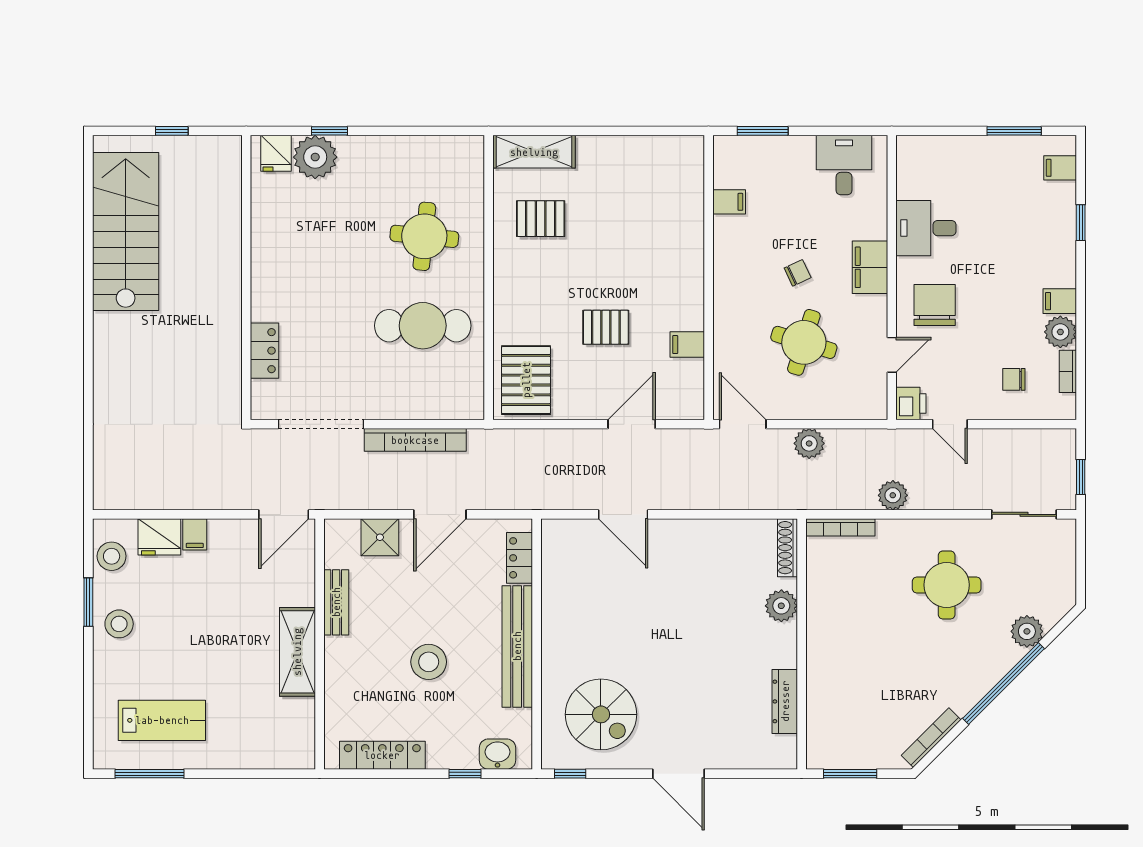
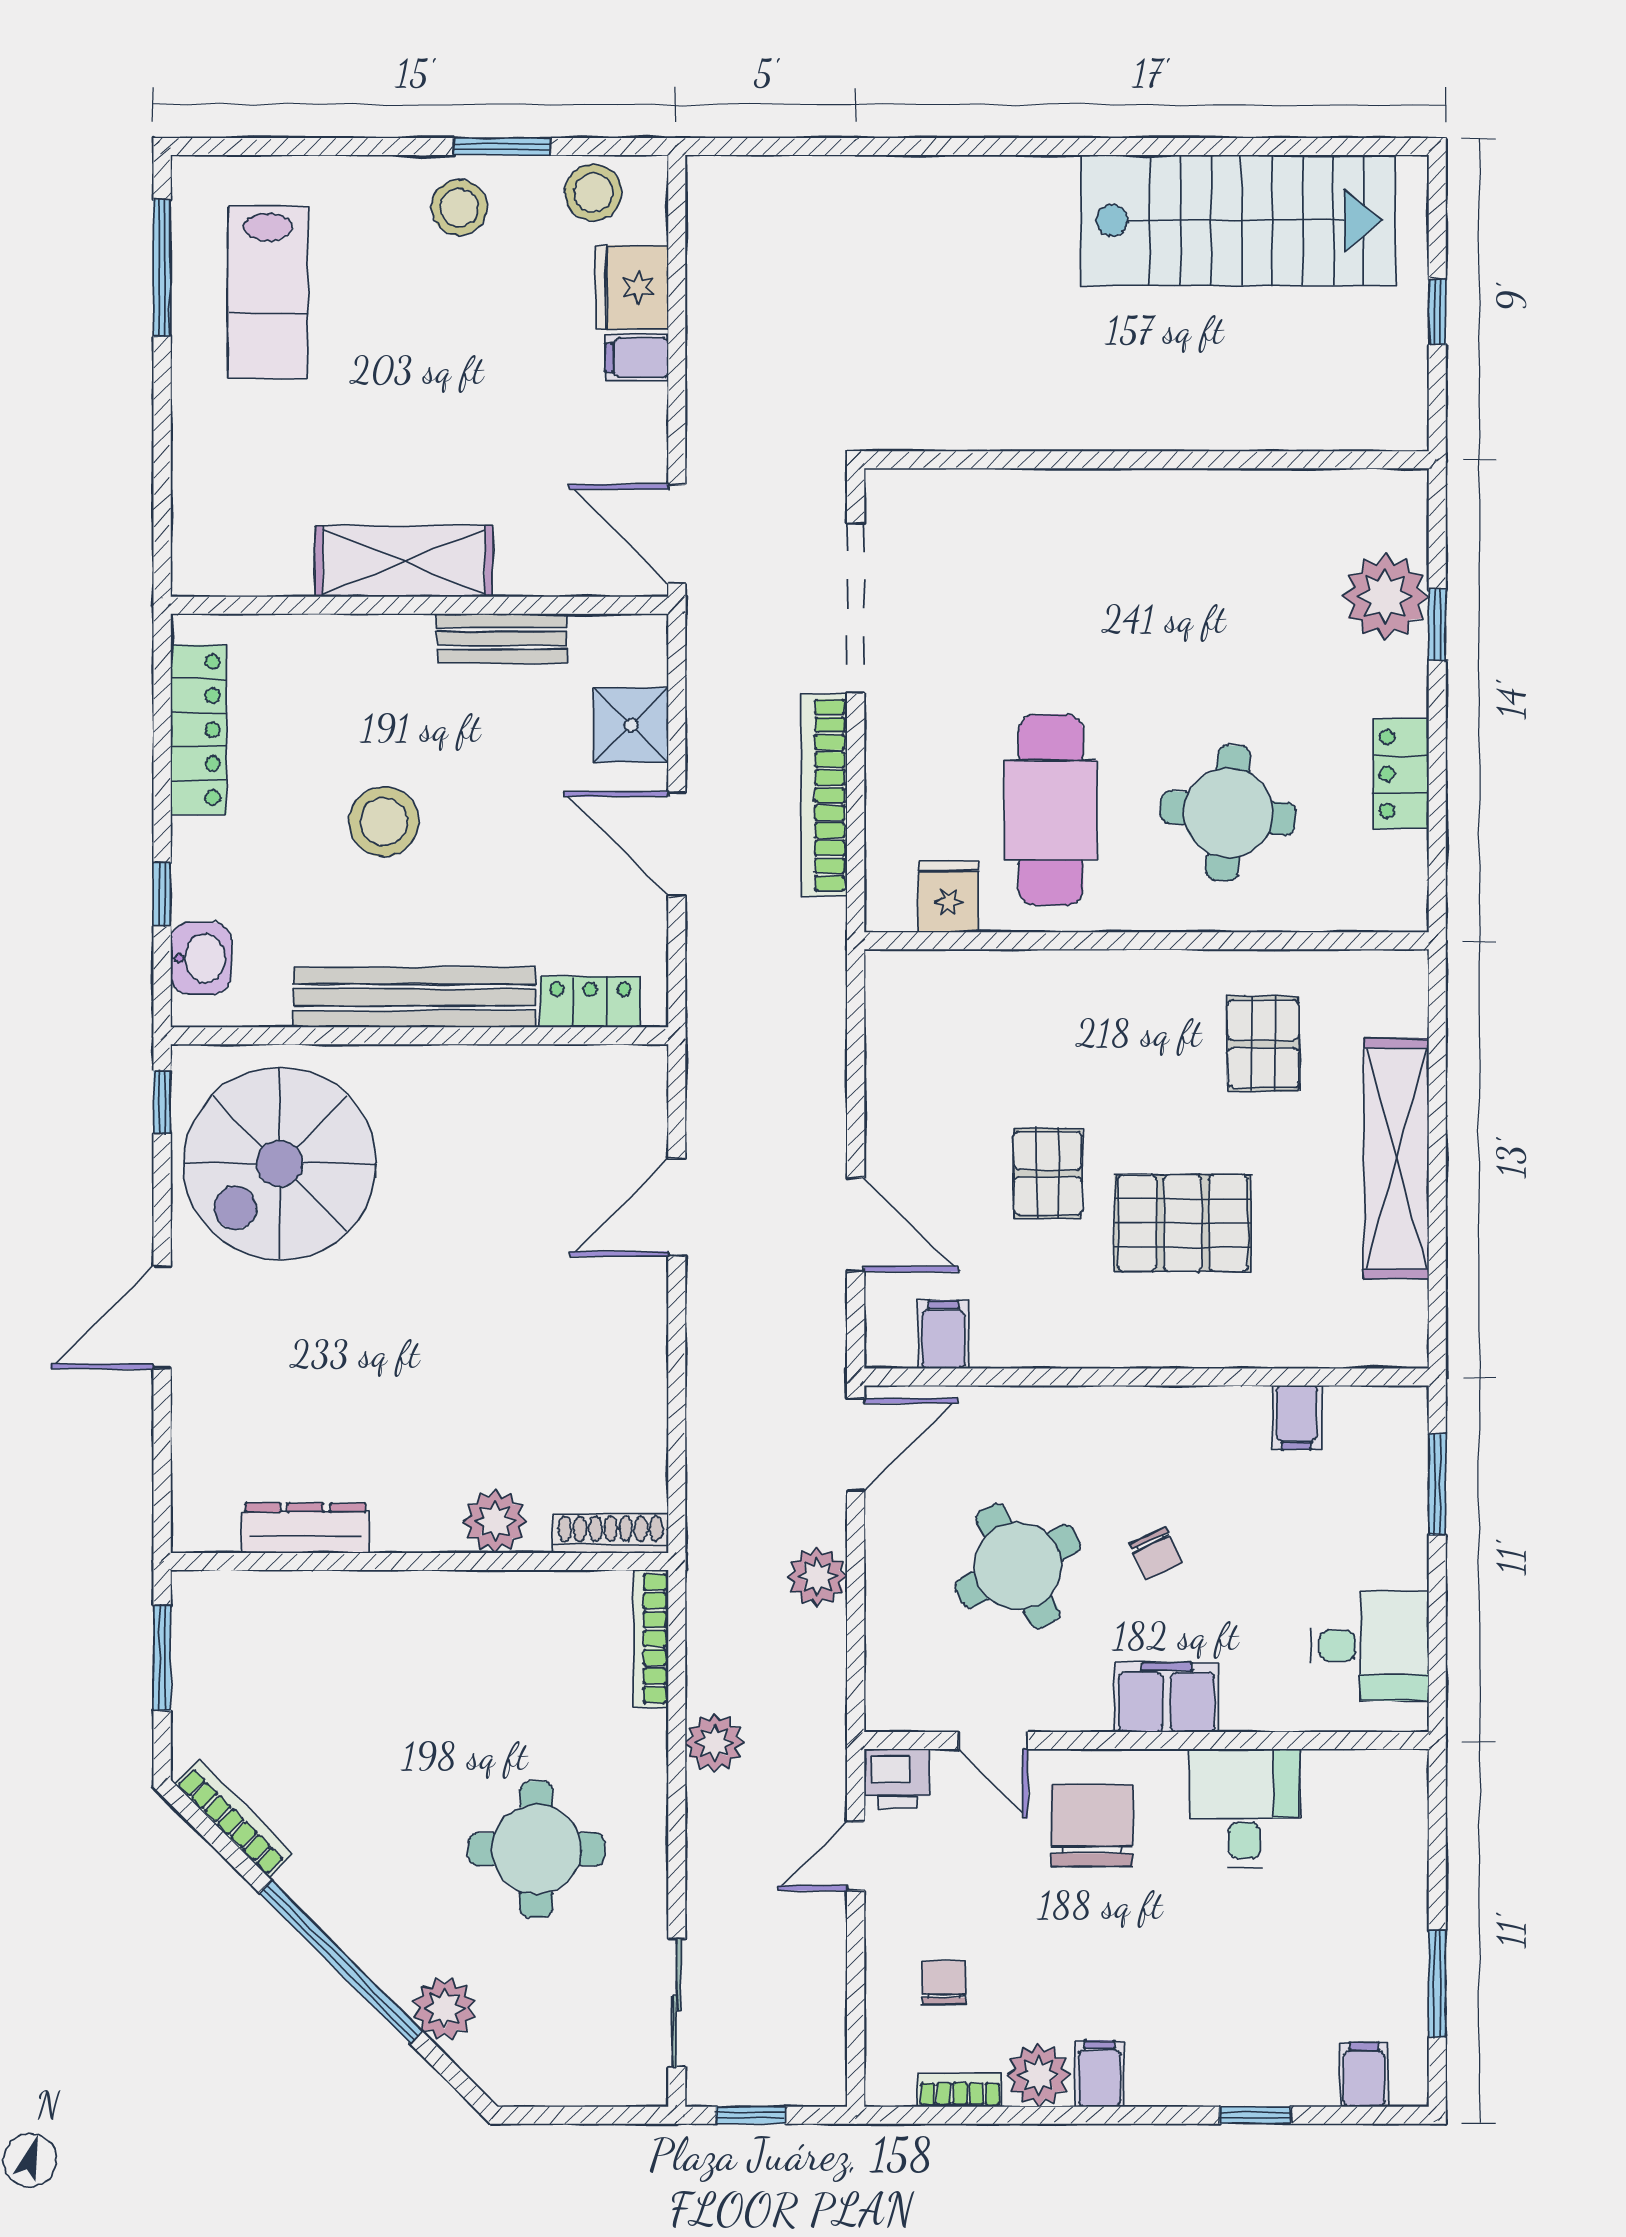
shelving: (534, 152) -> (1396, 1159), moved, width x1.47
fridge: (276, 153) -> (948, 897), moved, turned 90
chair: (935, 305) -> (1092, 1826), turned -90
round table: (804, 342) -> (1018, 1566), turned 45
filing cabinet: (687, 345) -> (944, 1335), moved
locker: (265, 351) -> (1401, 774), moved, turned 90
pallet: (526, 380) -> (1183, 1223), moved
spiral stairs: (601, 714) -> (280, 1164), width x1.37, depth x1.37

